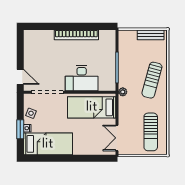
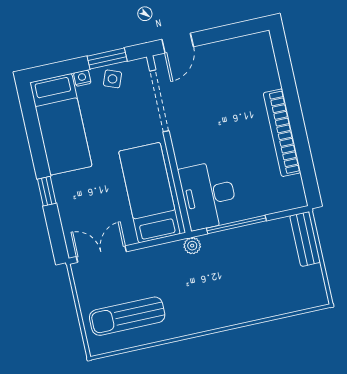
bench: (151, 35) -> (305, 239), moved
desk: (82, 78) -> (209, 195), moved
sun lounger: (152, 80) -> (227, 297), removed
window: (20, 129) -> (107, 59), moved
window: (80, 158) -> (47, 191), added

